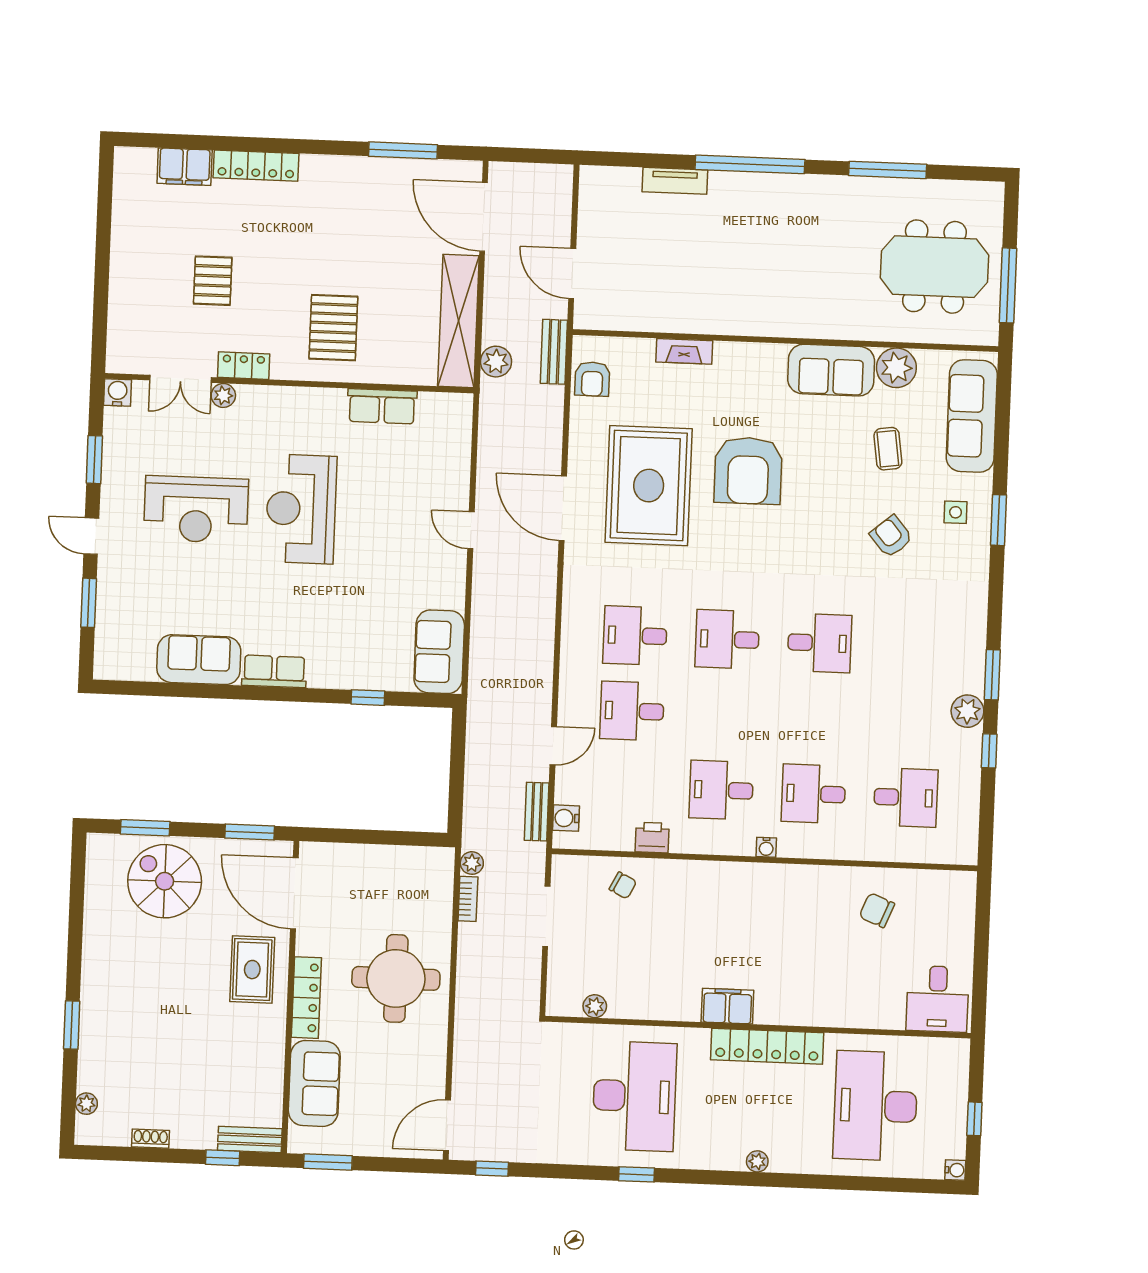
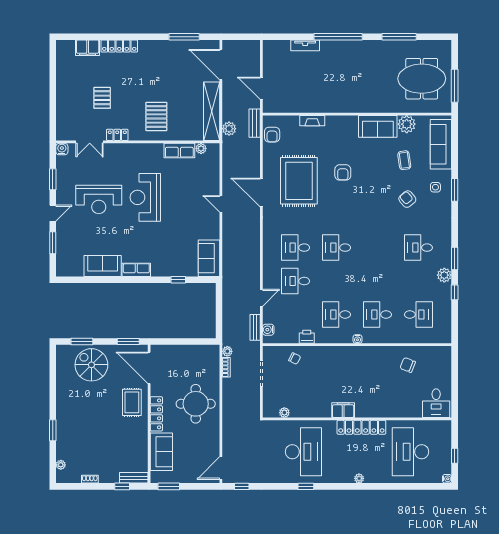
plant: (223, 395) -> (201, 148), moved
armchair: (748, 471) -> (343, 172), width x0.53, depth x0.53
door: (91, 536) -> (53, 213), swing flipped
desk: (820, 643) -> (418, 248), moved, turned 180

